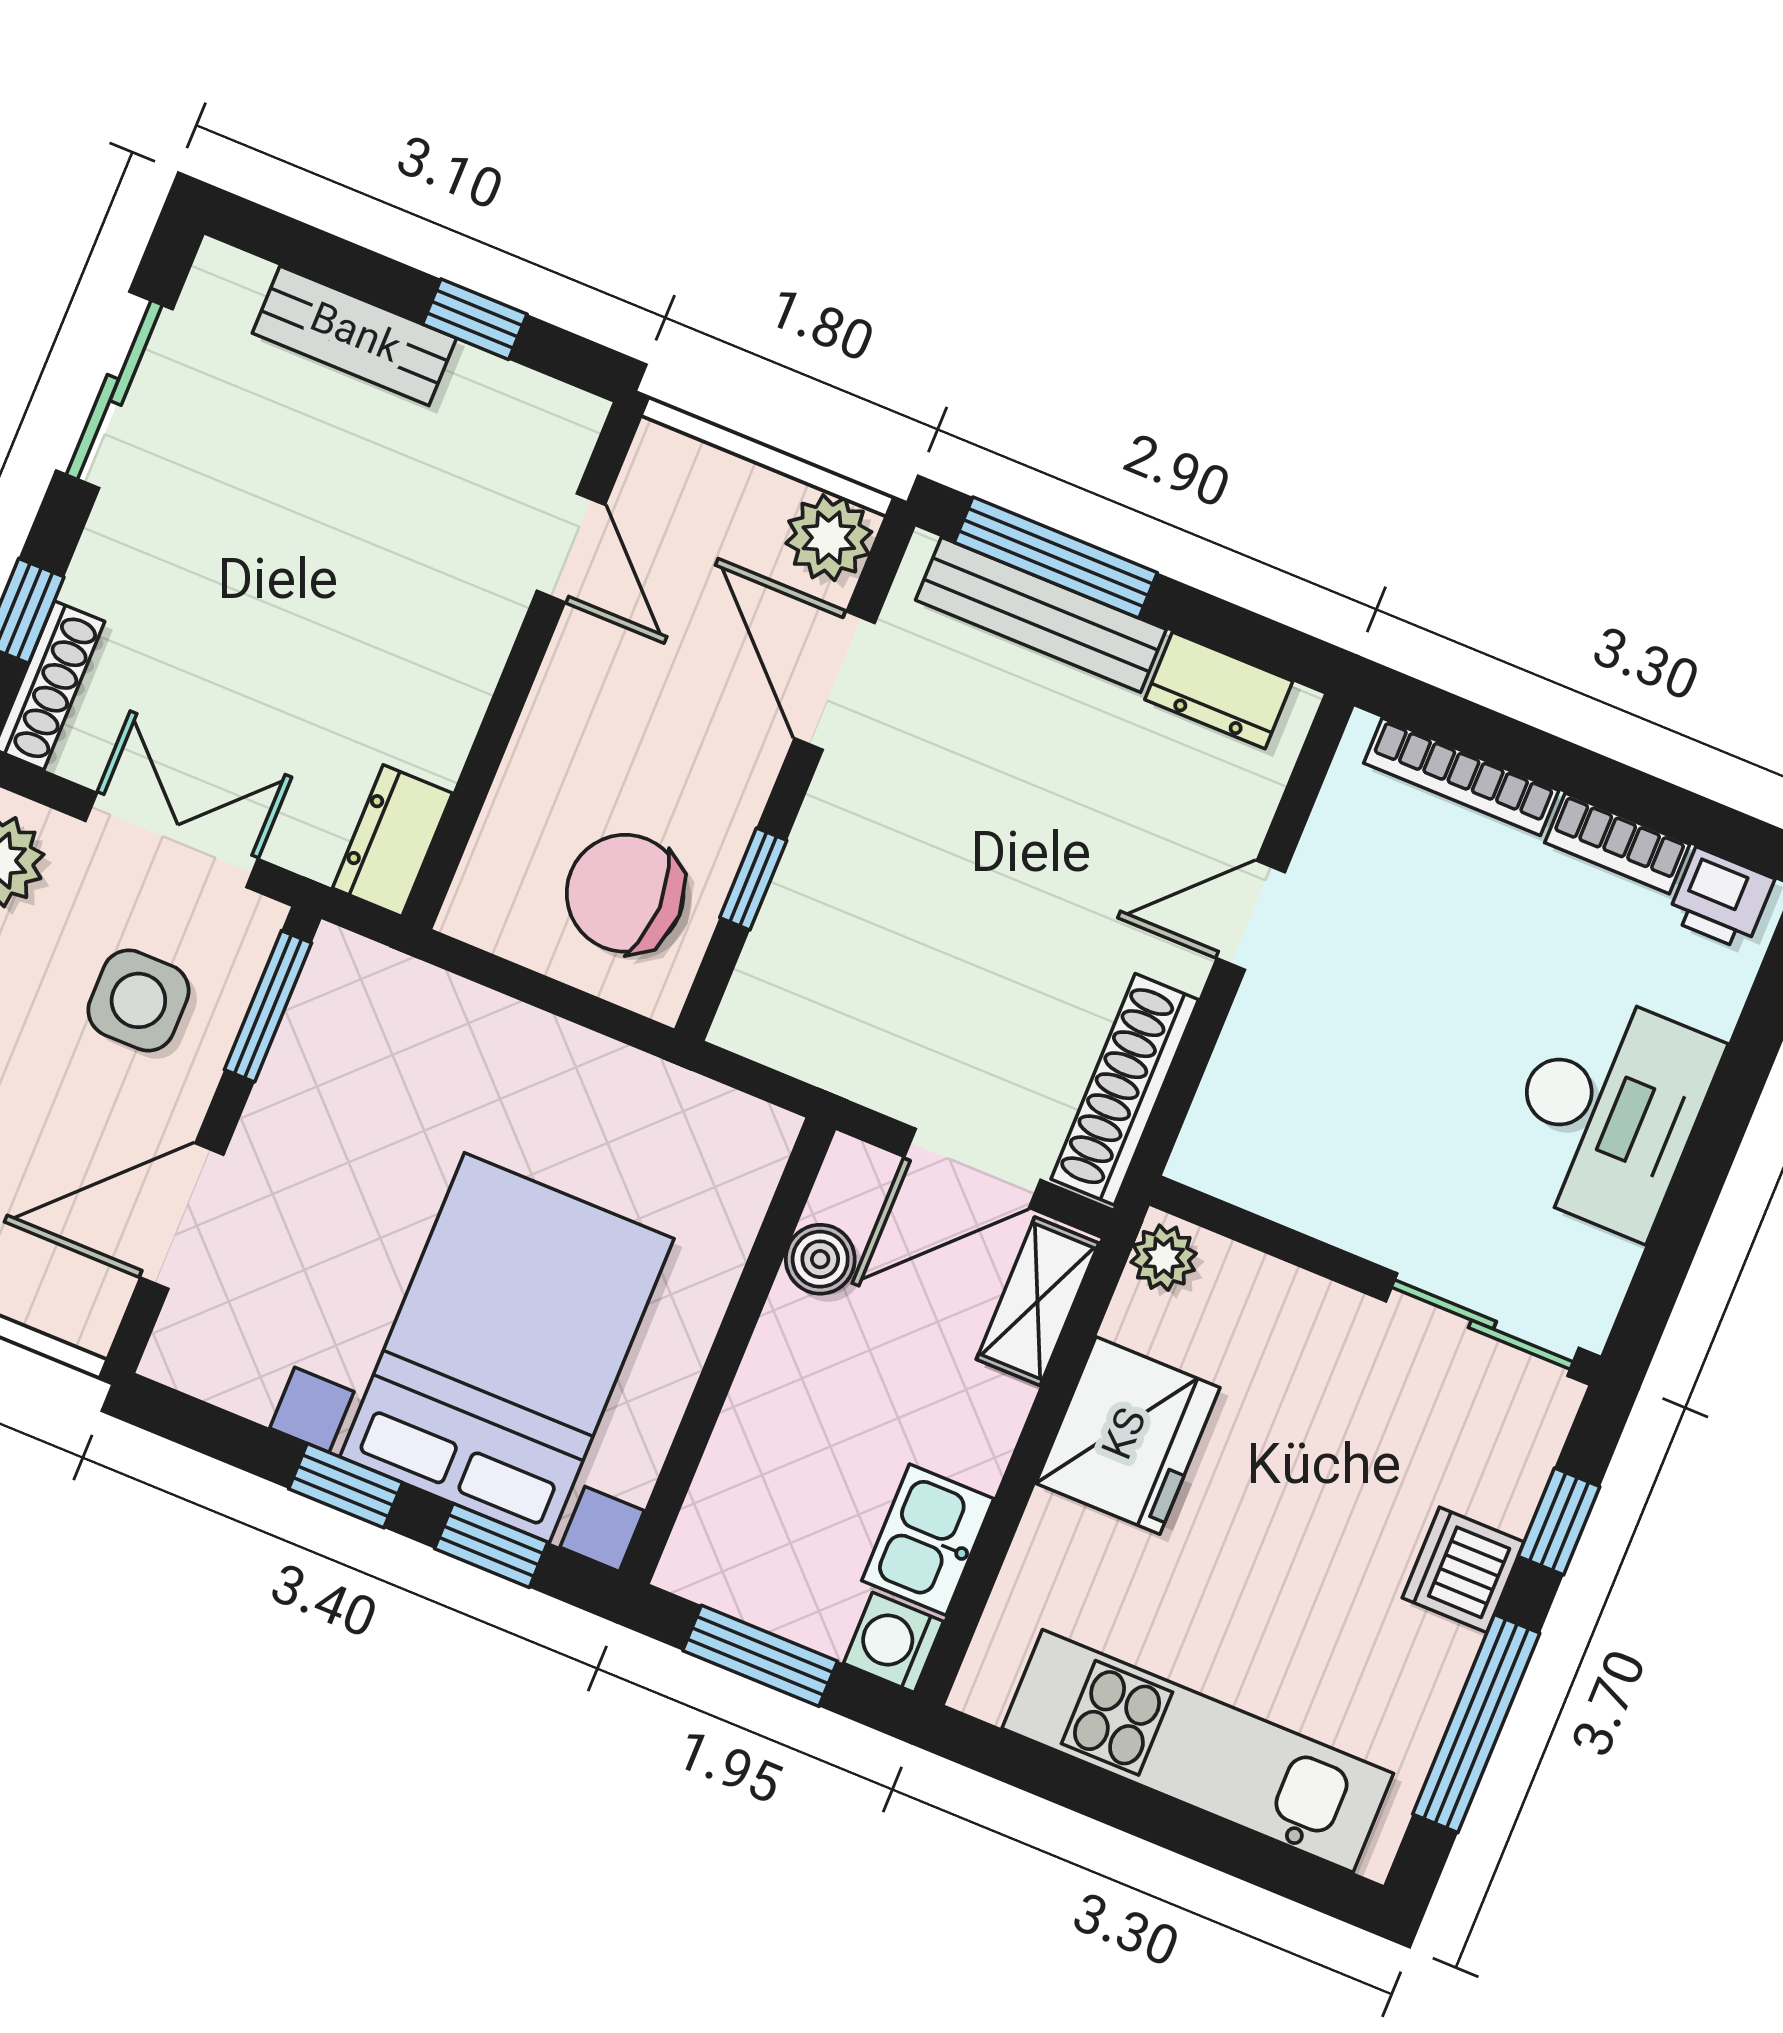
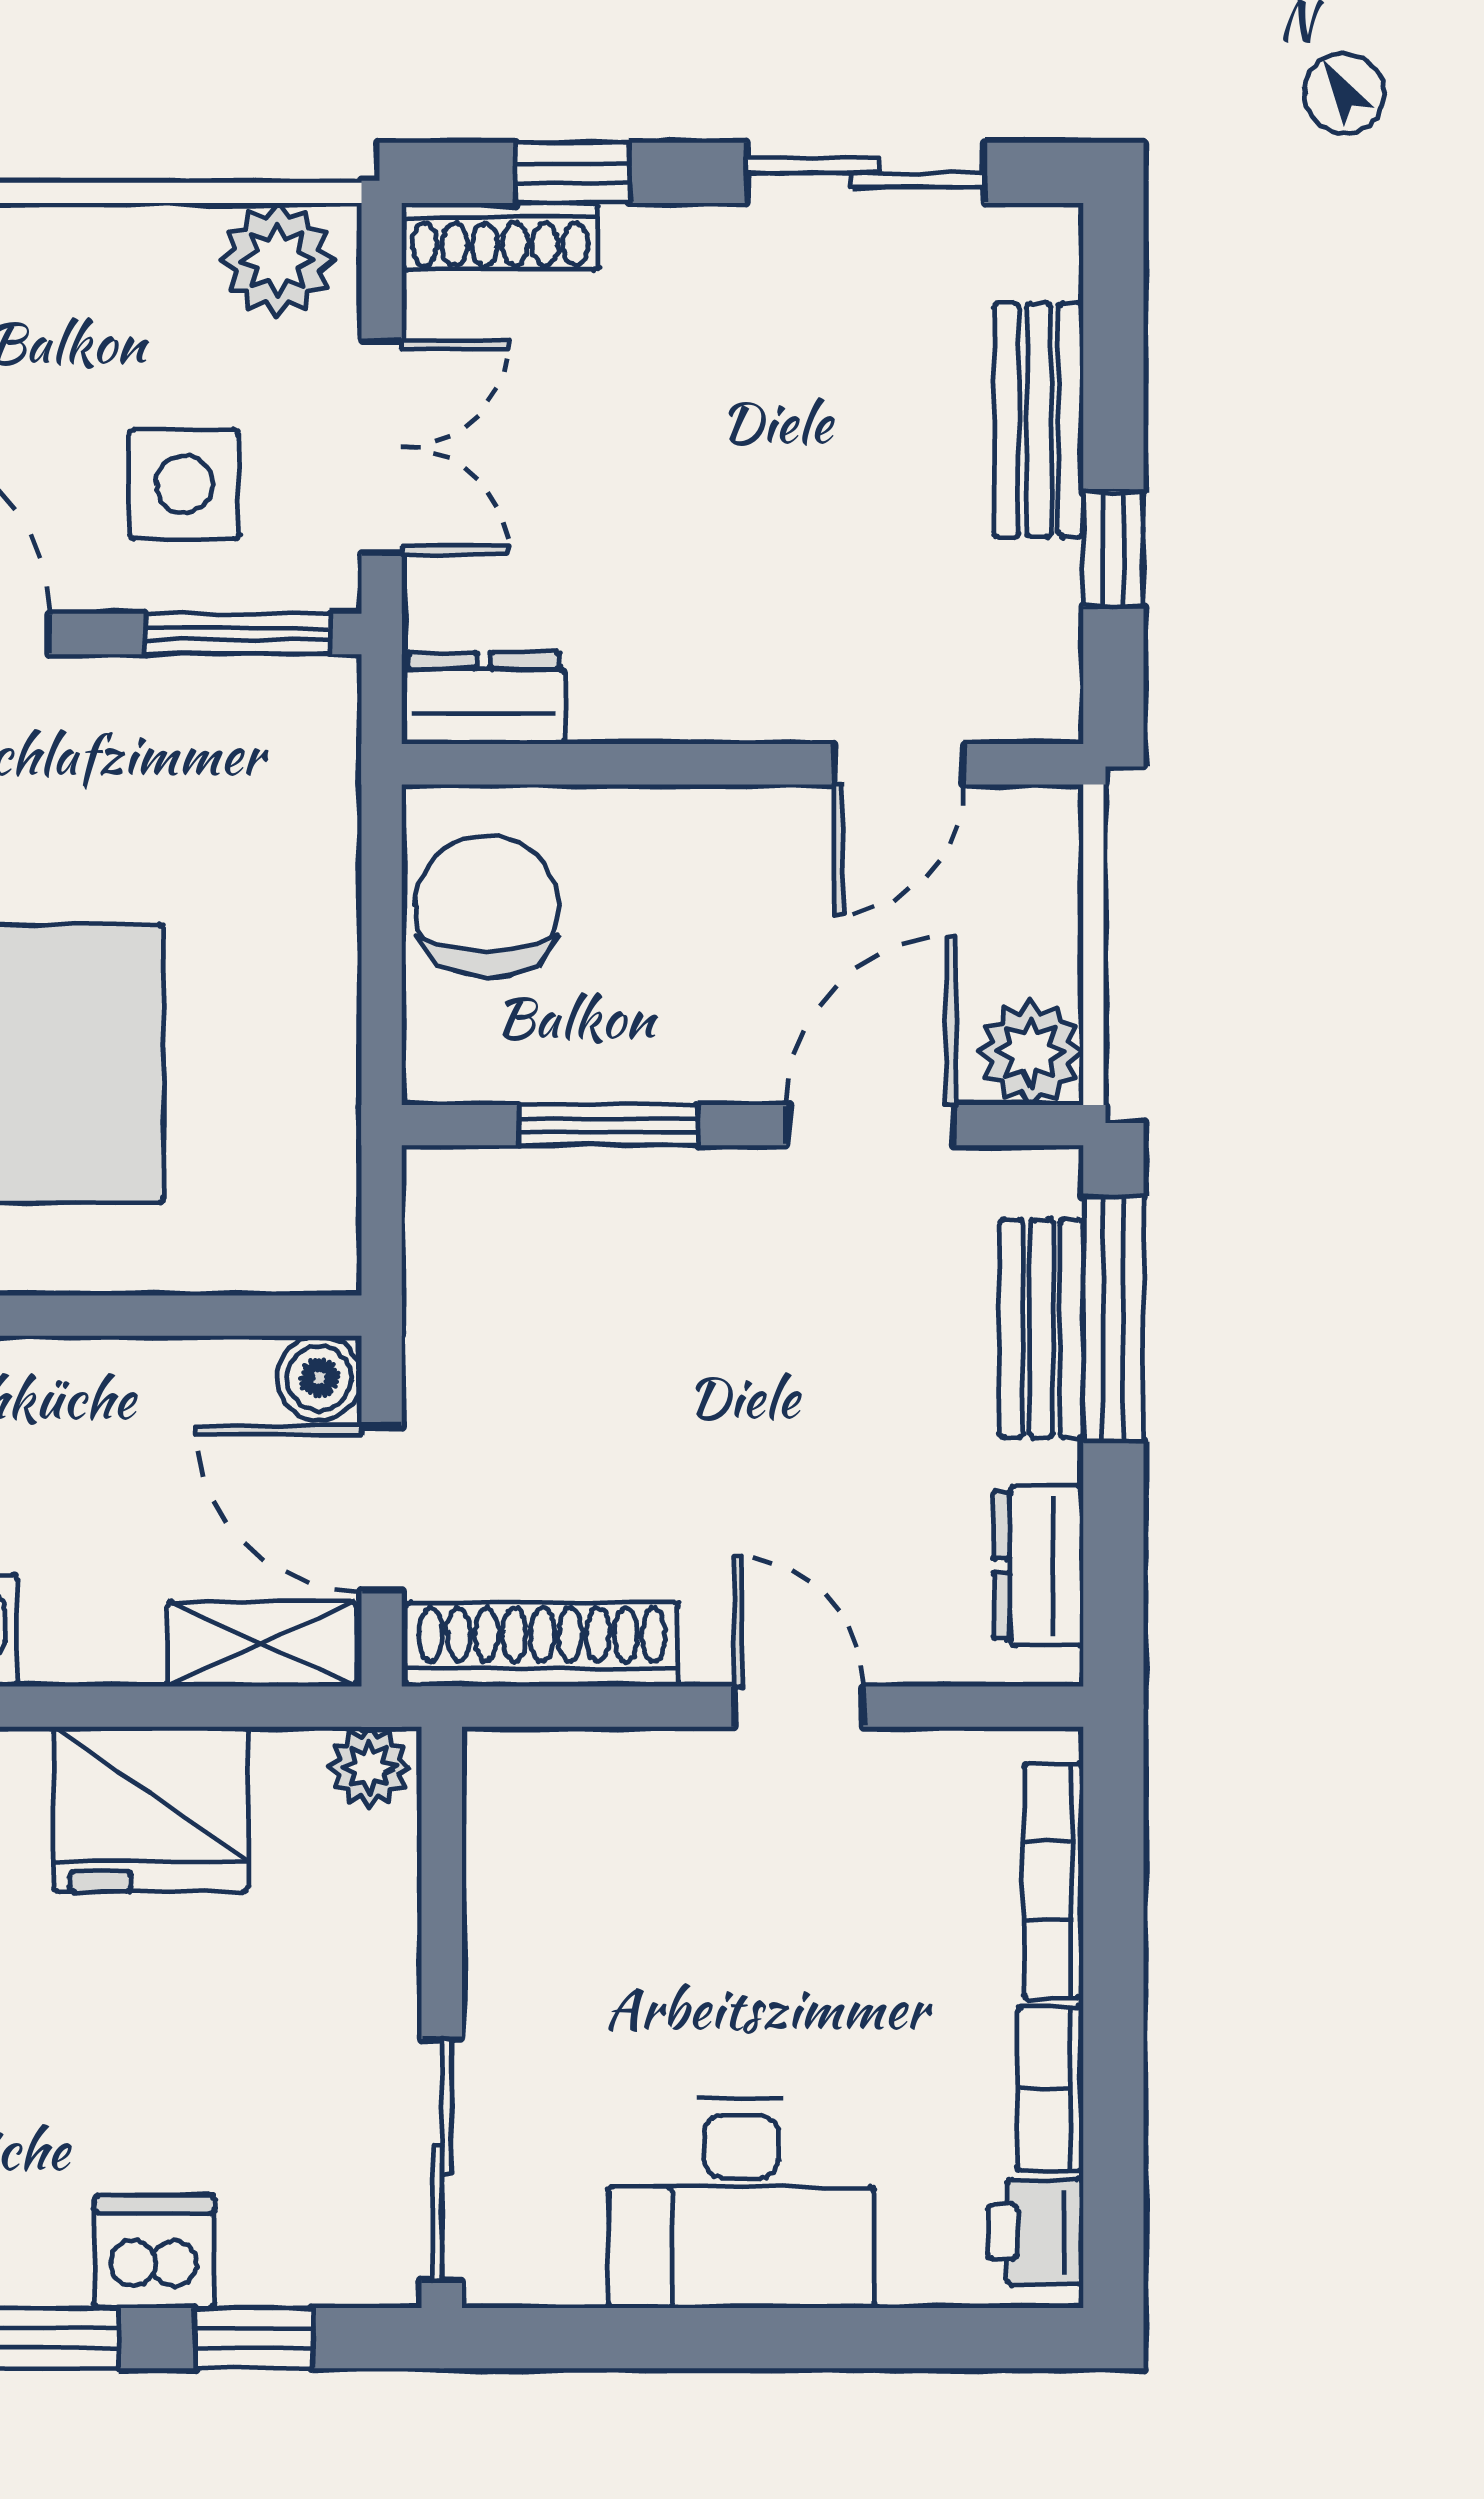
bench: (1041, 615) -> (1042, 1329), width x0.73
window: (753, 879) -> (608, 1125), width x1.50
chair: (625, 893) -> (487, 906), moved
boiler: (820, 1259) -> (319, 1378), moved

